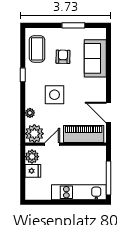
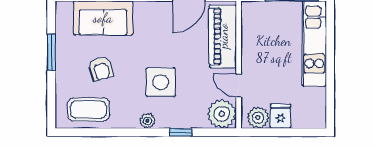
armchair: (63, 57) -> (101, 69), turned -107
window: (23, 75) -> (180, 132), moved
plant: (30, 113) -> (147, 121), moved

